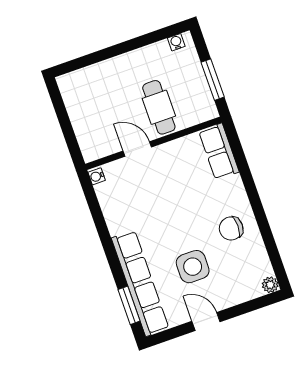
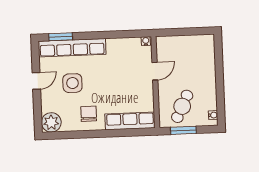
cafe table: (159, 107) -> (182, 106), moved, turned -64
row of seats: (219, 152) -> (130, 121), width x1.48
plant: (270, 285) -> (51, 122), width x1.88, depth x1.88

